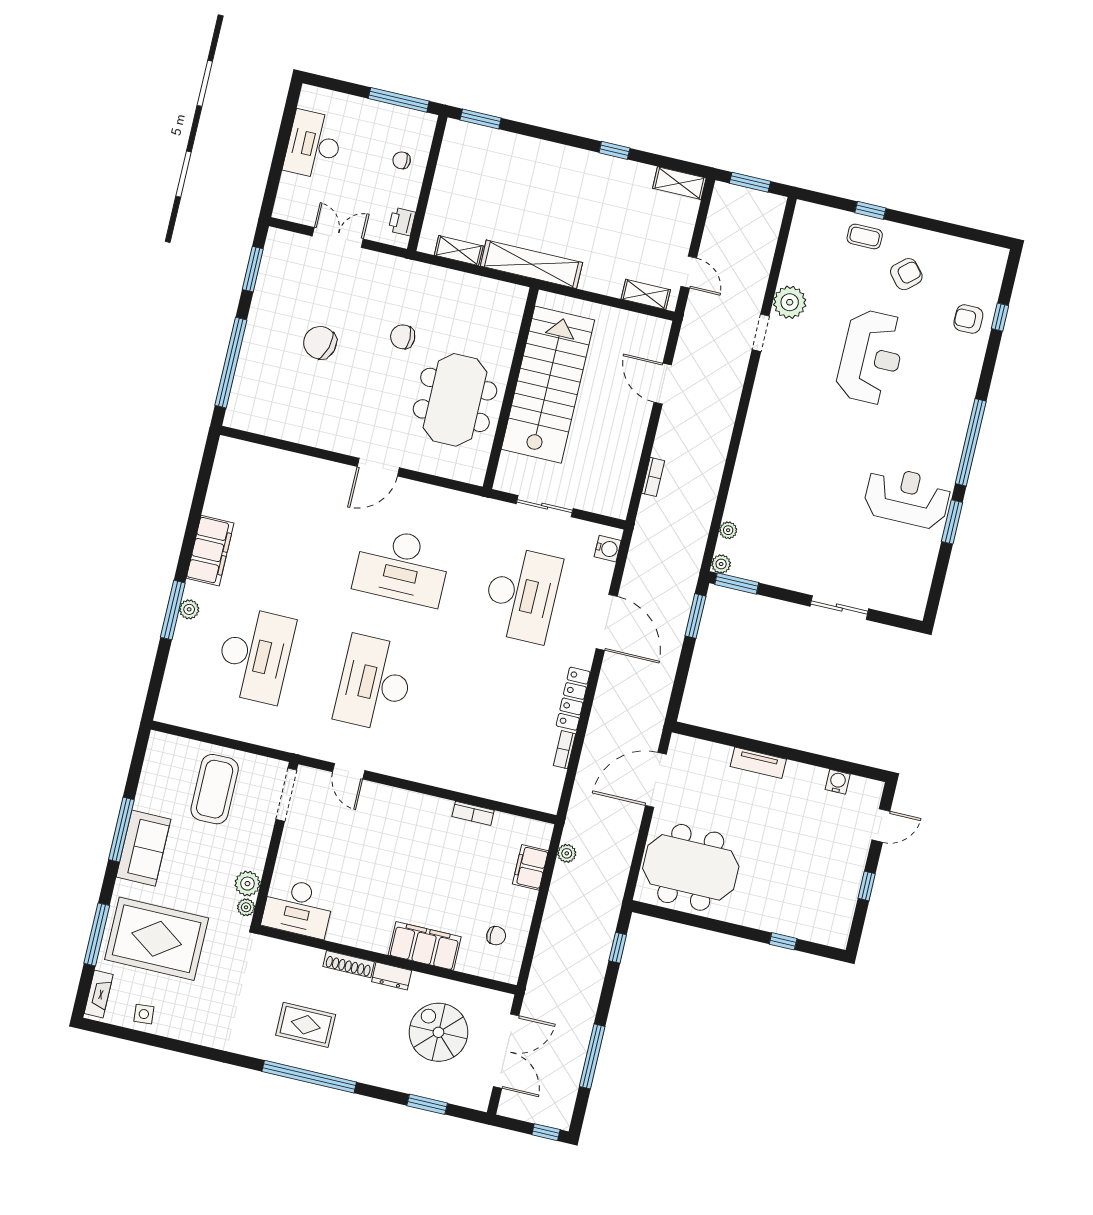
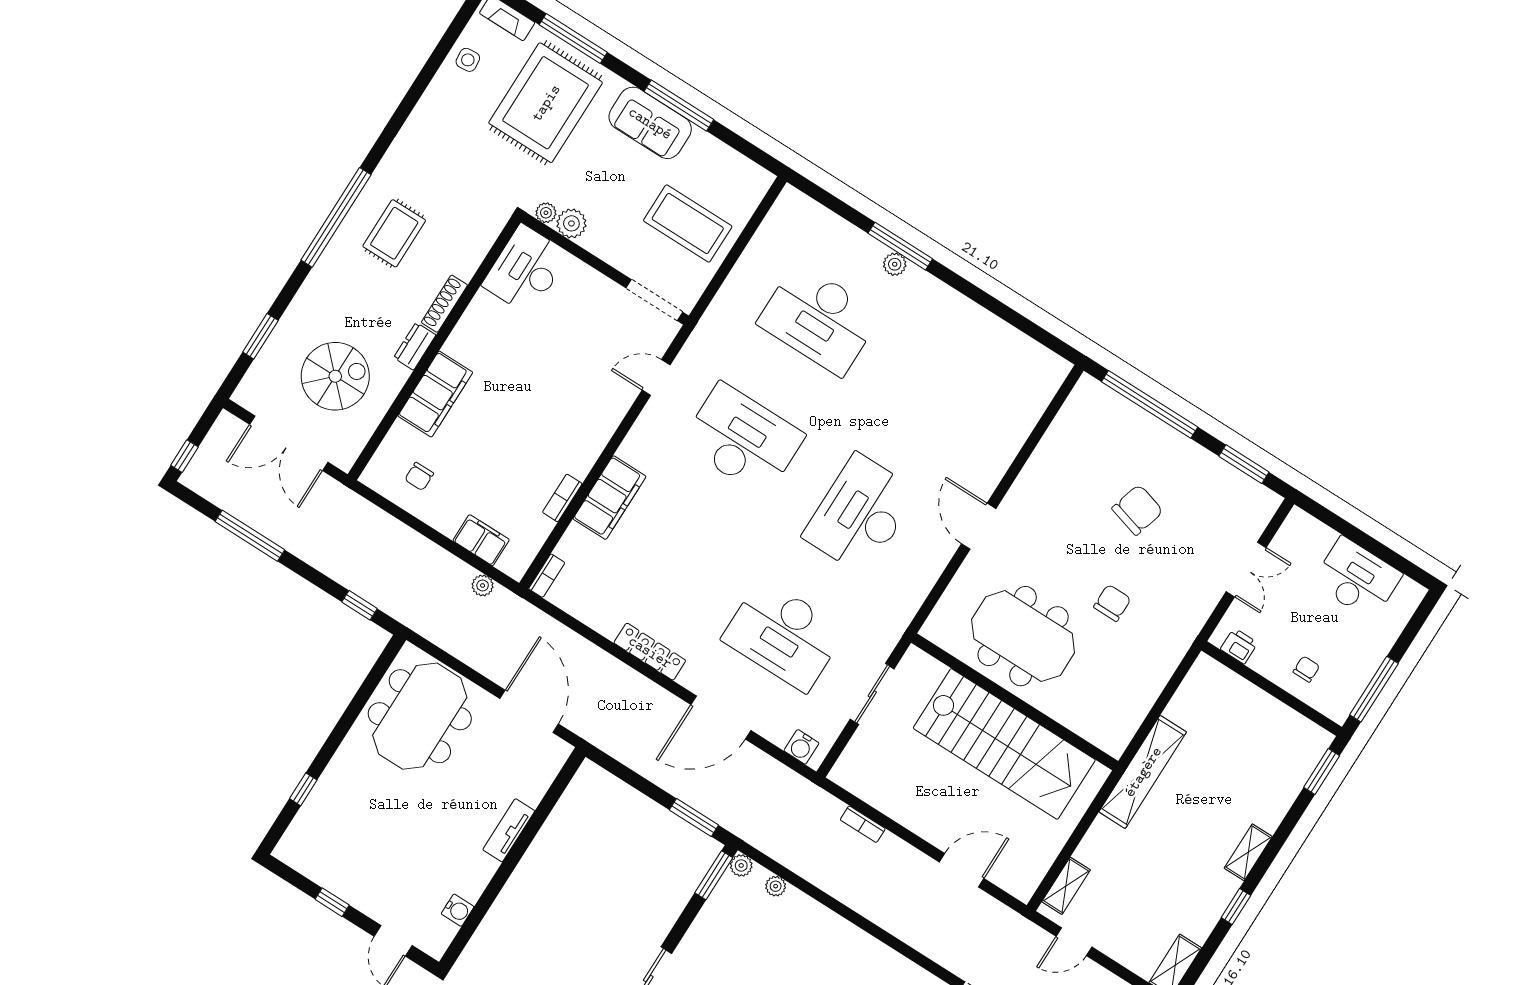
shelving: (459, 251) -> (1248, 852), moved
filing cabinet: (210, 551) -> (609, 498), moved, turned -90
bookcase: (565, 750) -> (547, 576), moved, turned 90

